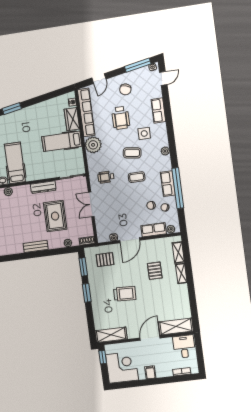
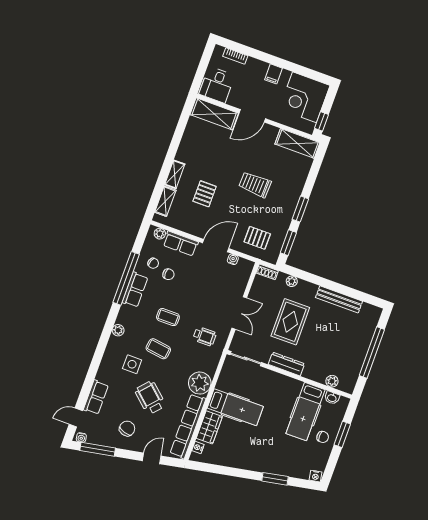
row of seats: (158, 111) -> (96, 397), moved
wheelchair: (121, 118) -> (150, 398), turned -48
bench: (36, 246) -> (339, 299), width x1.36

